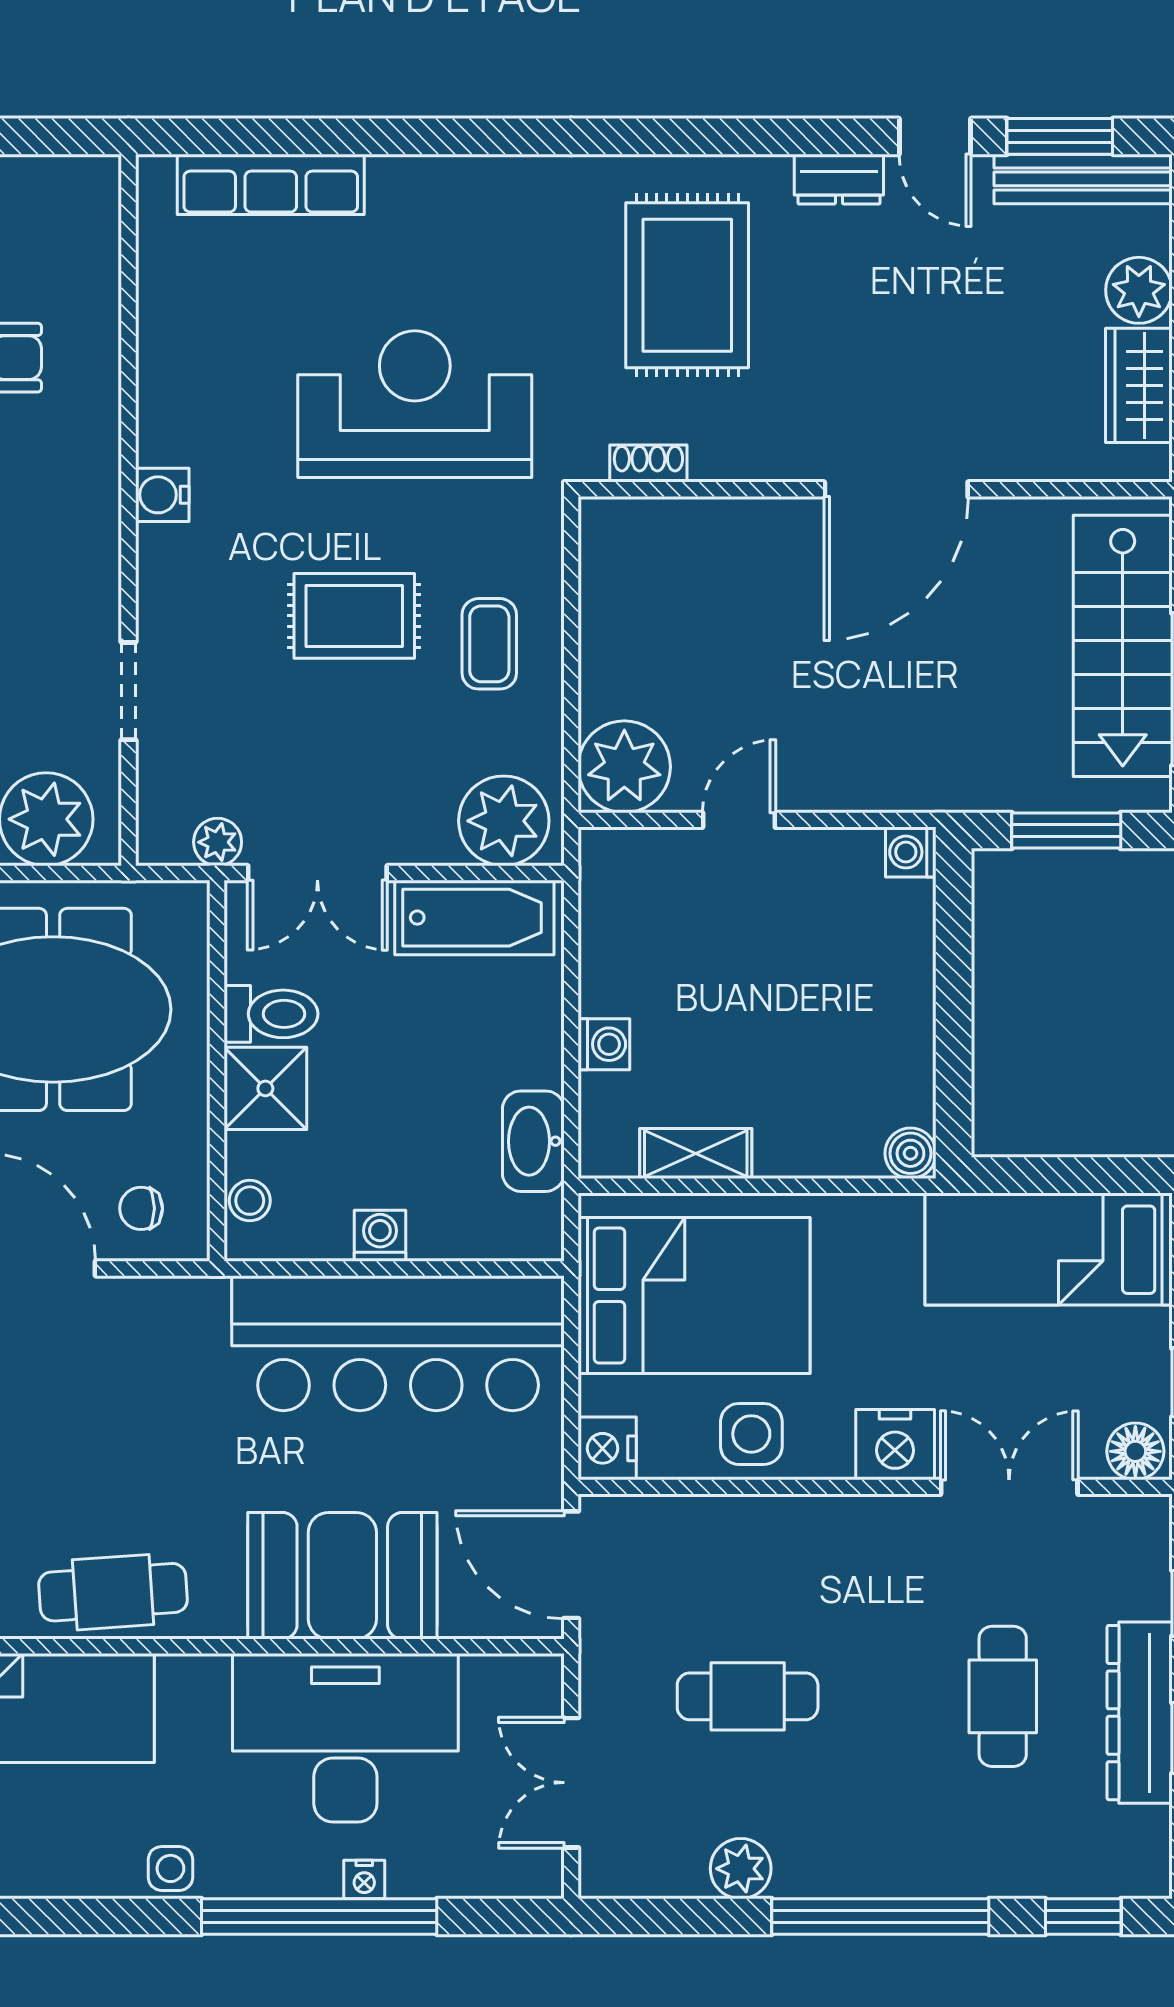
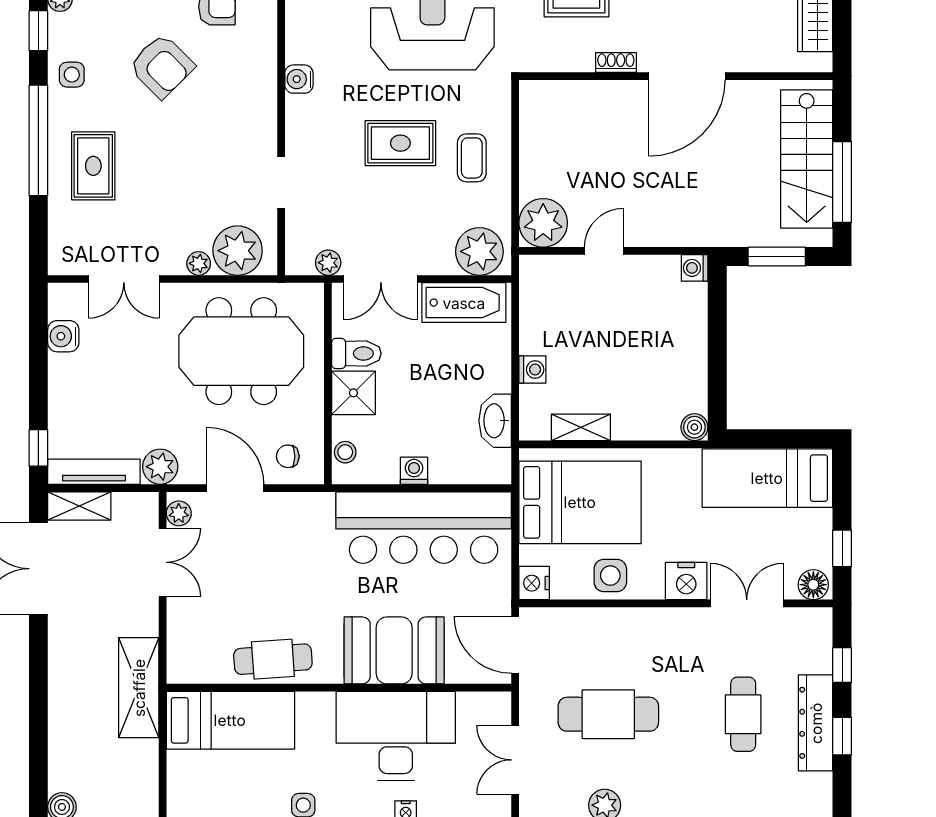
shoe rack: (648, 464) -> (616, 63), moved
cafe table: (748, 1696) -> (608, 714), width x1.37, depth x1.35

